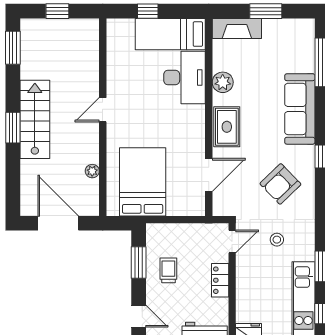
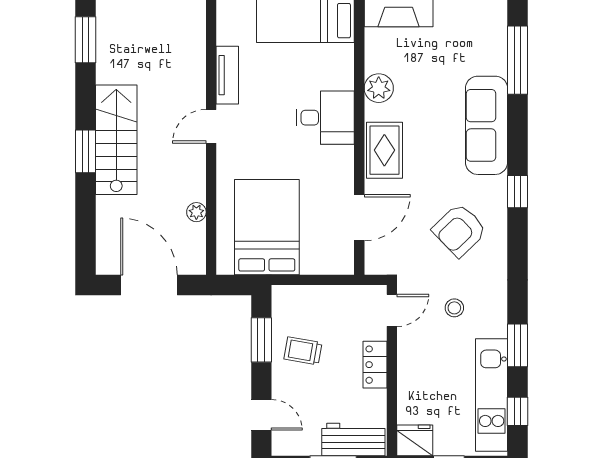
tv unit: (114, 73) -> (227, 75), added
desk: (184, 78) -> (325, 118), moved, width x0.73
trolley: (168, 270) -> (303, 351), turned -80

